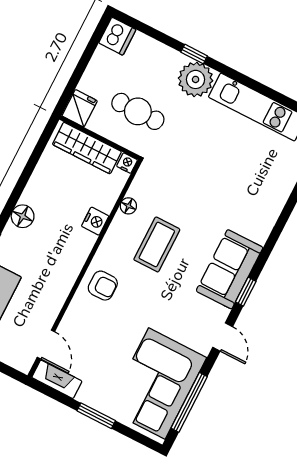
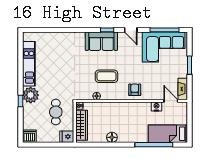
floor lamp: (23, 216) -> (112, 137), moved
nightstand: (95, 221) -> (156, 107), moved
door: (223, 337) -> (131, 30), swing flipped
door: (46, 344) -> (171, 101), hinge flipped

